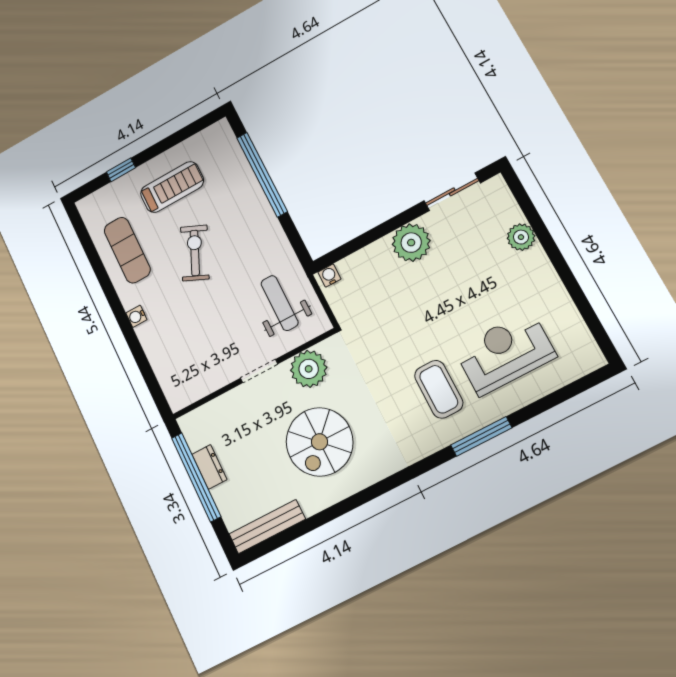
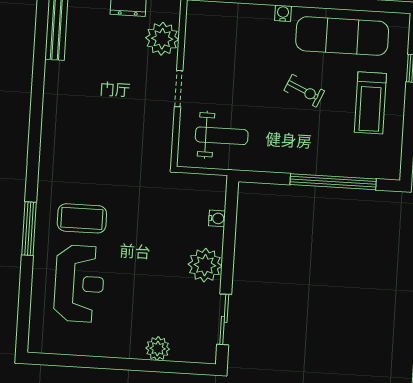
exercise mat: (127, 250) -> (342, 36), width x1.36, depth x1.45
exercise bike: (195, 253) -> (304, 91), width x0.73, depth x0.72
water cooler: (329, 276) -> (217, 218), moved
plant: (309, 369) -> (162, 39), moved
spiral stairs: (319, 442) -> (96, 104), removed

